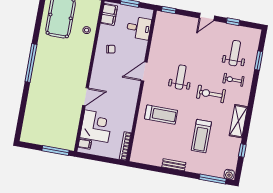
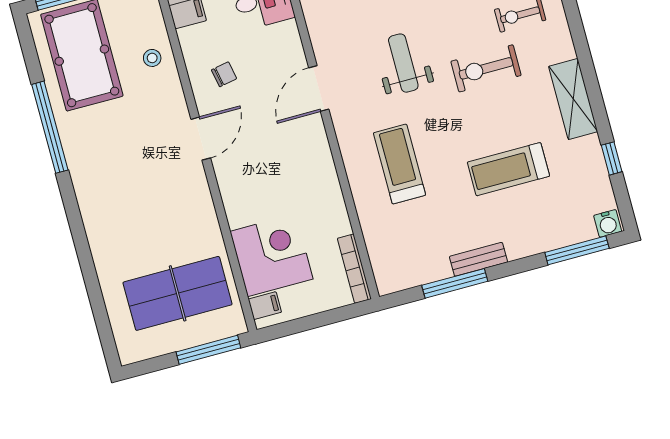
window: (31, 63) -> (50, 127), moved
door: (86, 97) -> (201, 139), moved
treadmill: (161, 115) -> (399, 164), turned -90
table tennis table: (54, 124) -> (178, 293), added
treadmill: (201, 136) -> (508, 169), turned 90
window: (161, 170) -> (455, 283), added

